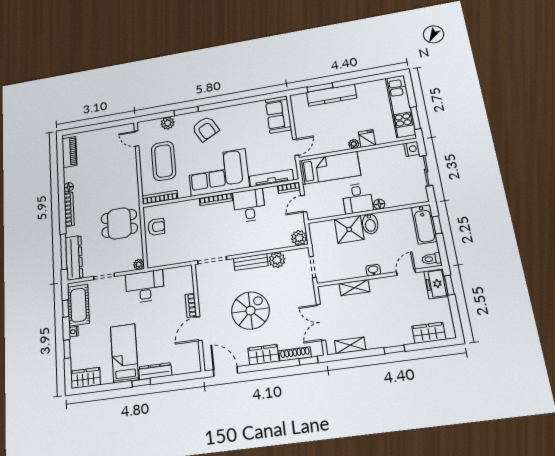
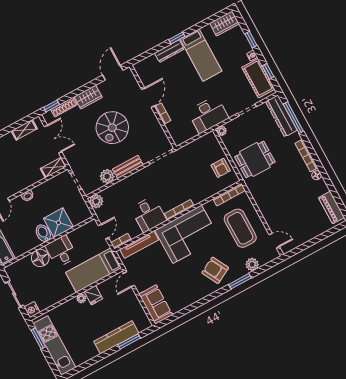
fridge: (367, 139) -> (93, 295), moved
floor lamp: (379, 204) -> (40, 258), width x1.89, depth x1.89
armchair: (156, 227) -> (221, 168), turned -90
shelving: (354, 288) -> (53, 167), moved
door: (225, 372) -> (113, 73), swing flipped

